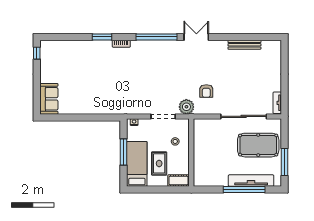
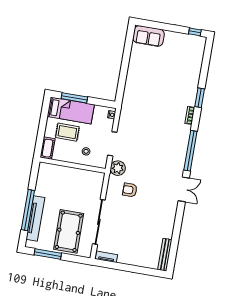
bench: (244, 45) -> (165, 255), moved
window: (124, 152) -> (74, 98), moved

